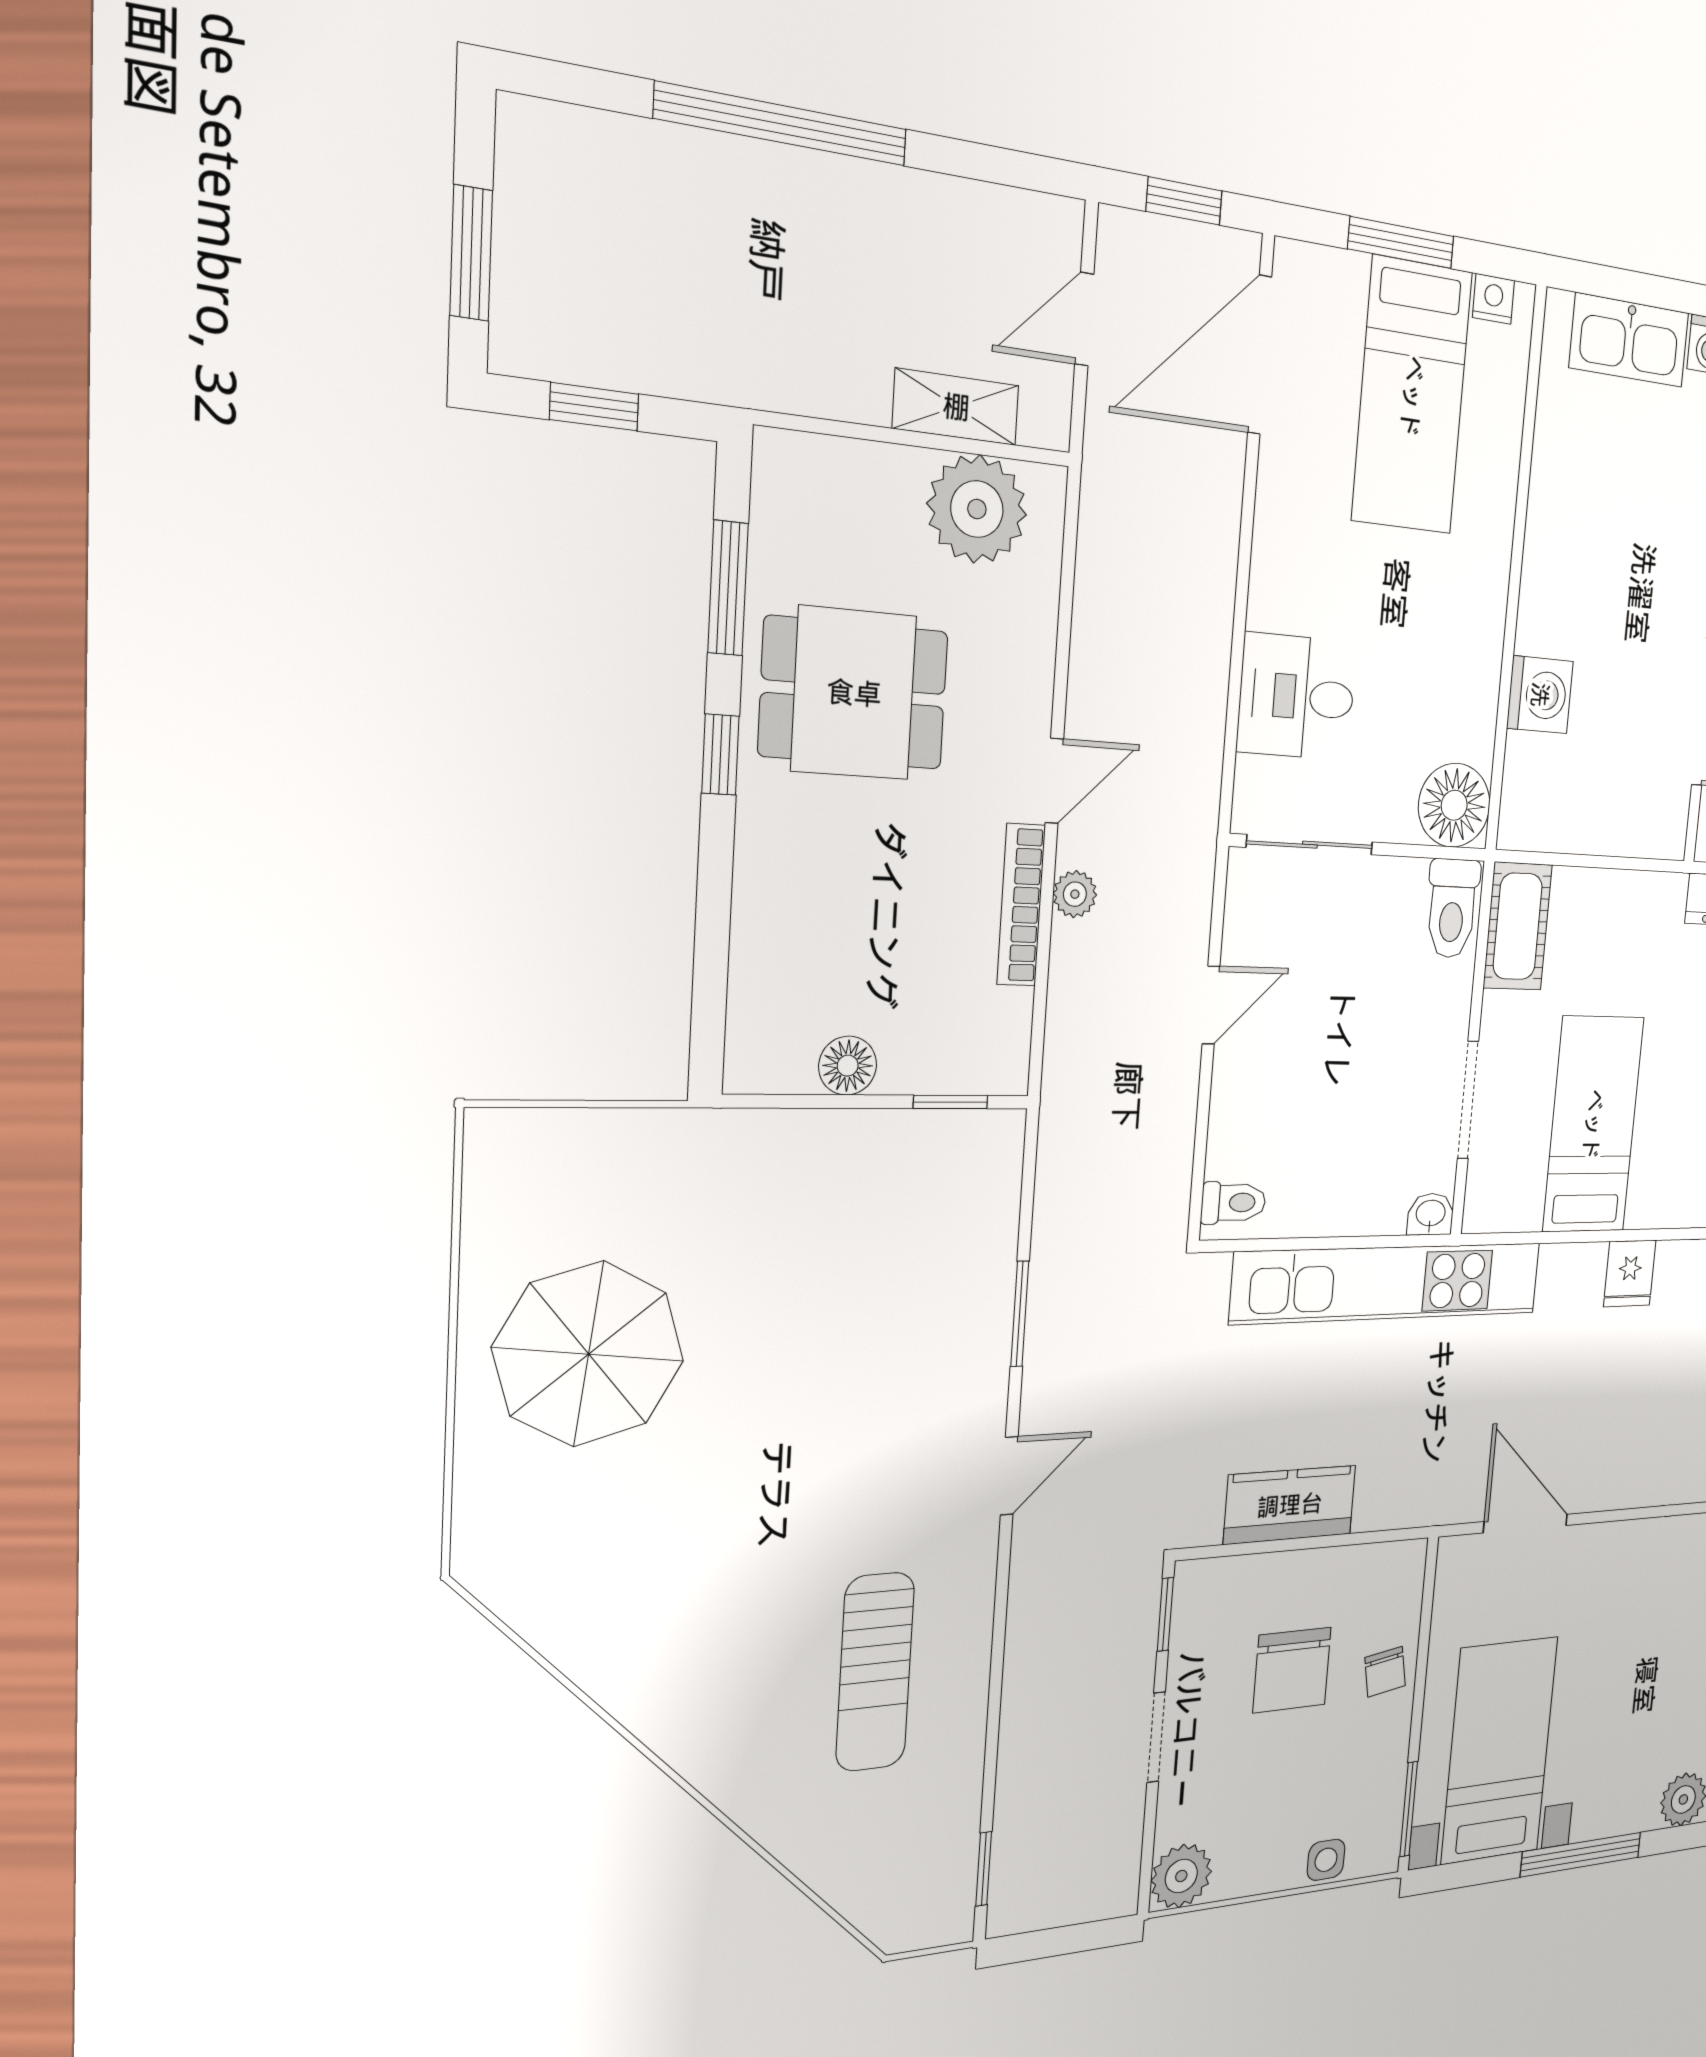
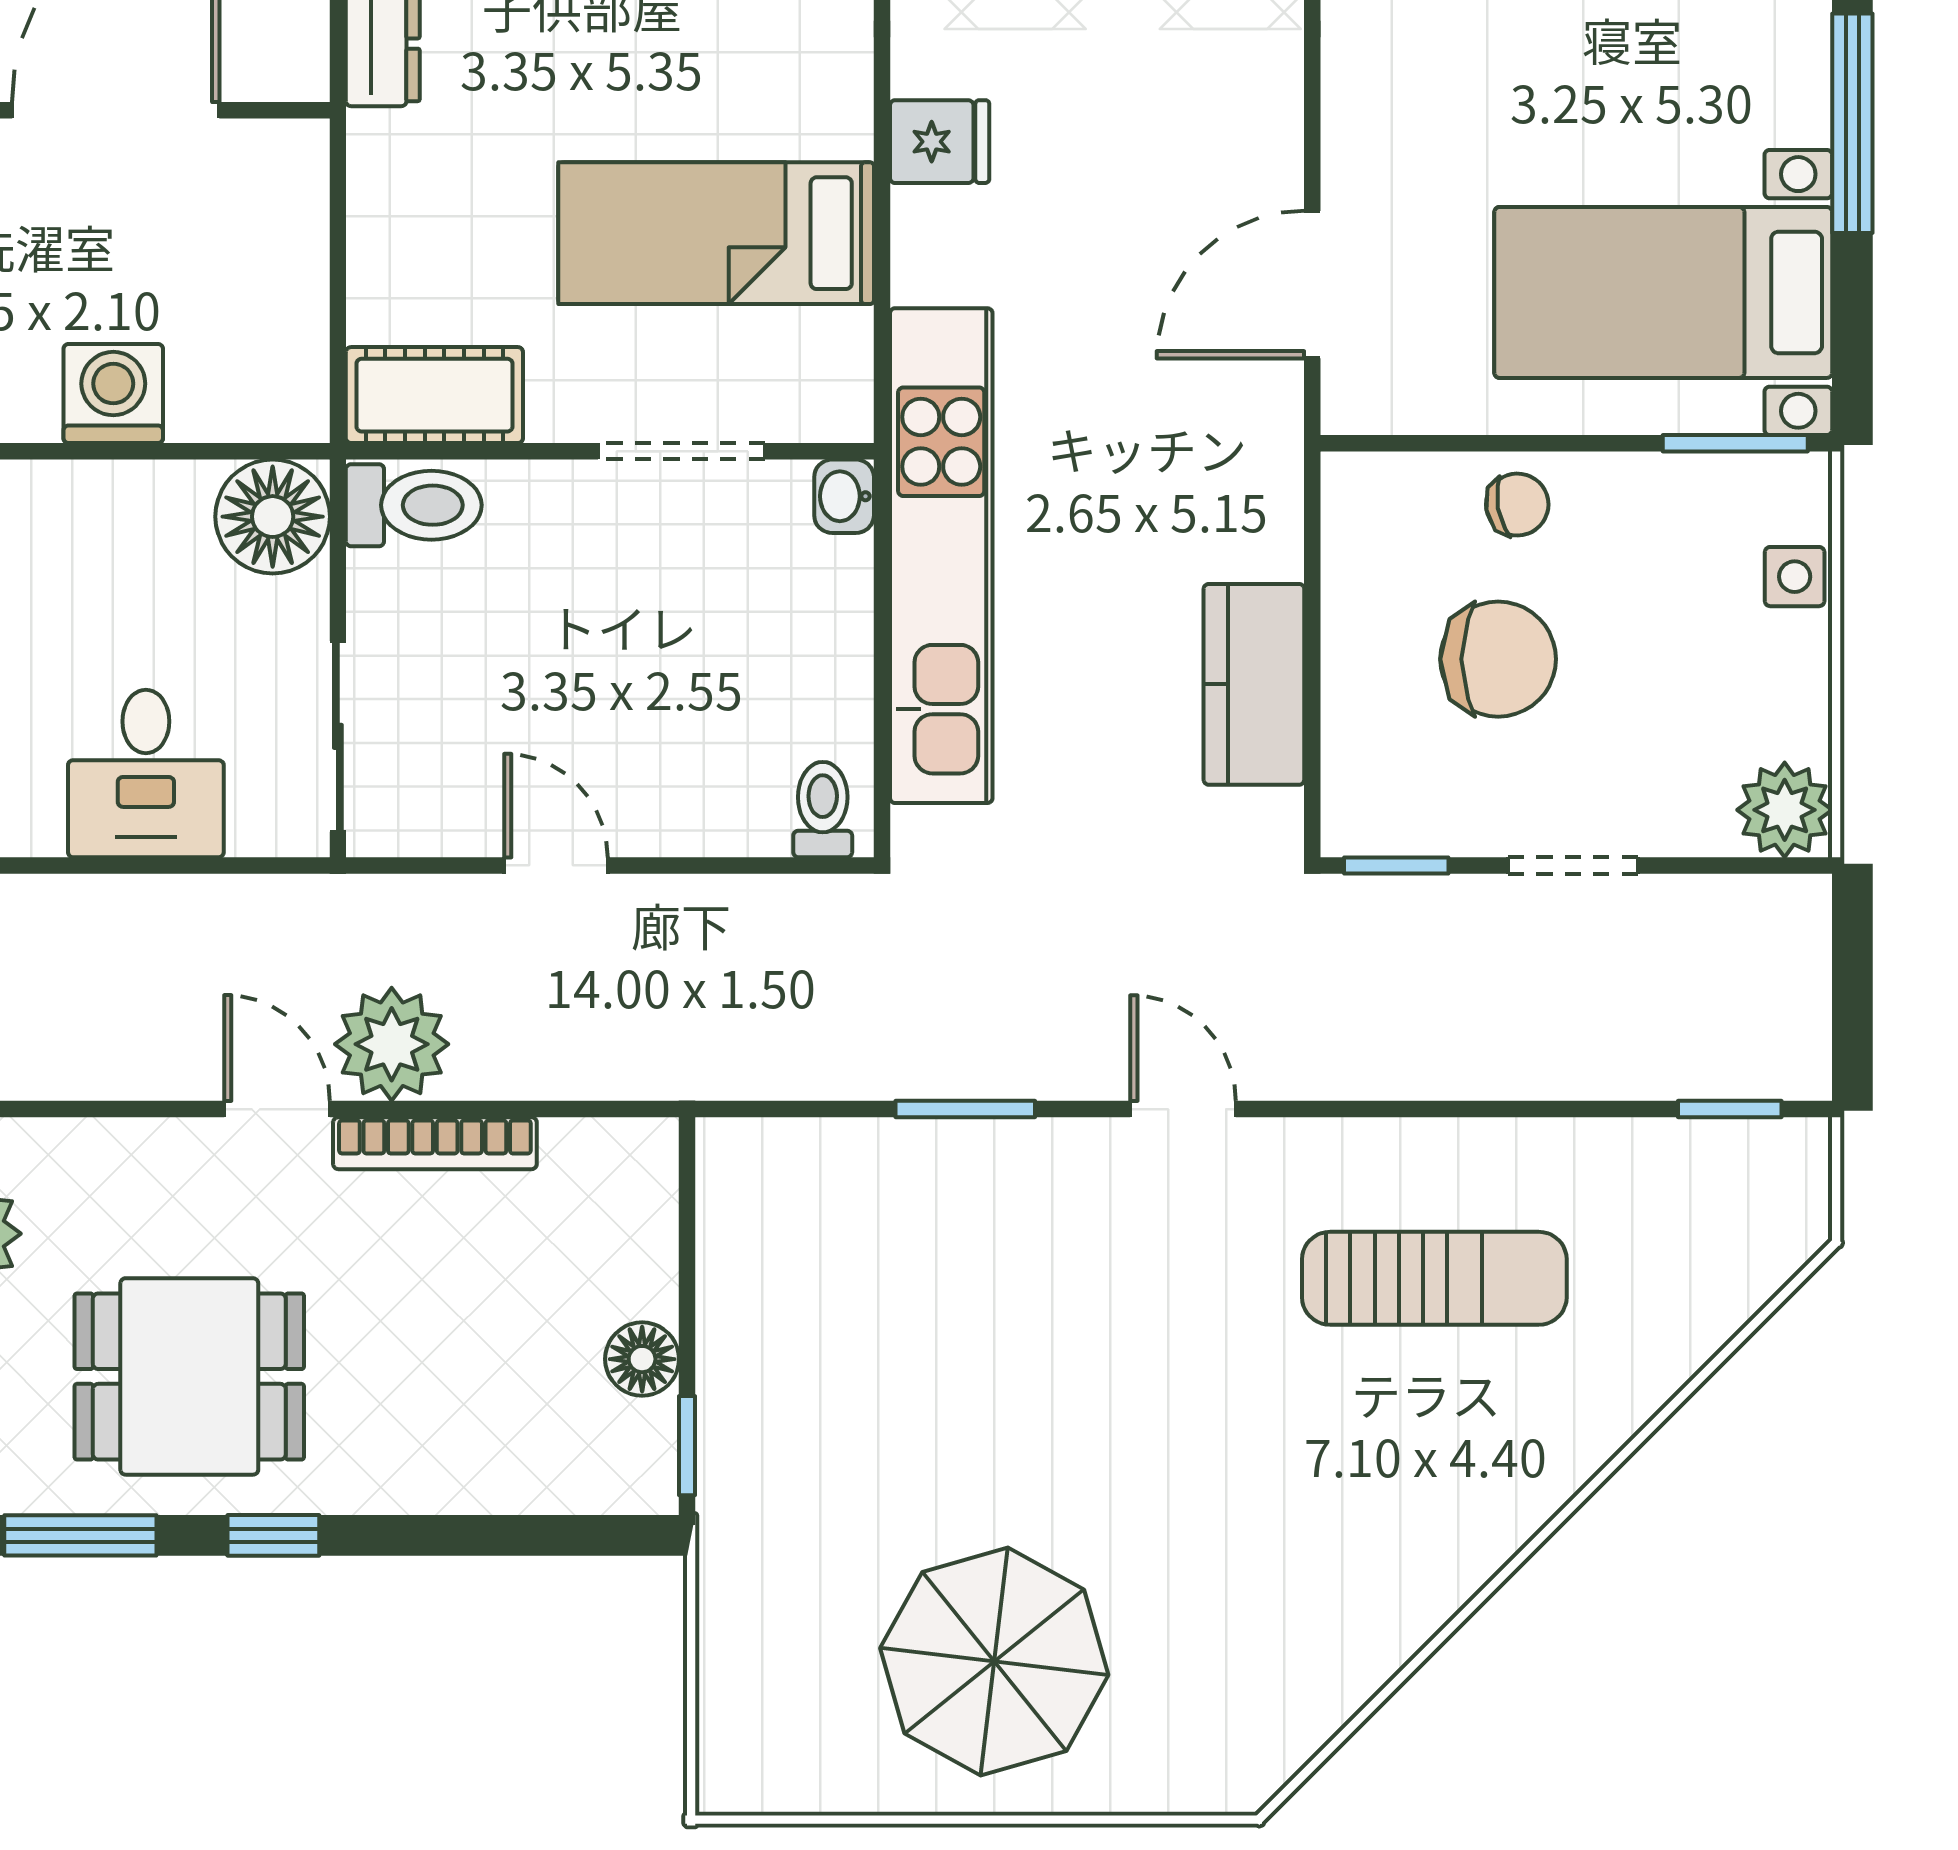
dining table: (854, 693) -> (189, 1376), turned 90
plant: (1075, 894) -> (392, 1044), width x1.88, depth x1.88
window: (951, 1102) -> (687, 1446), moved

